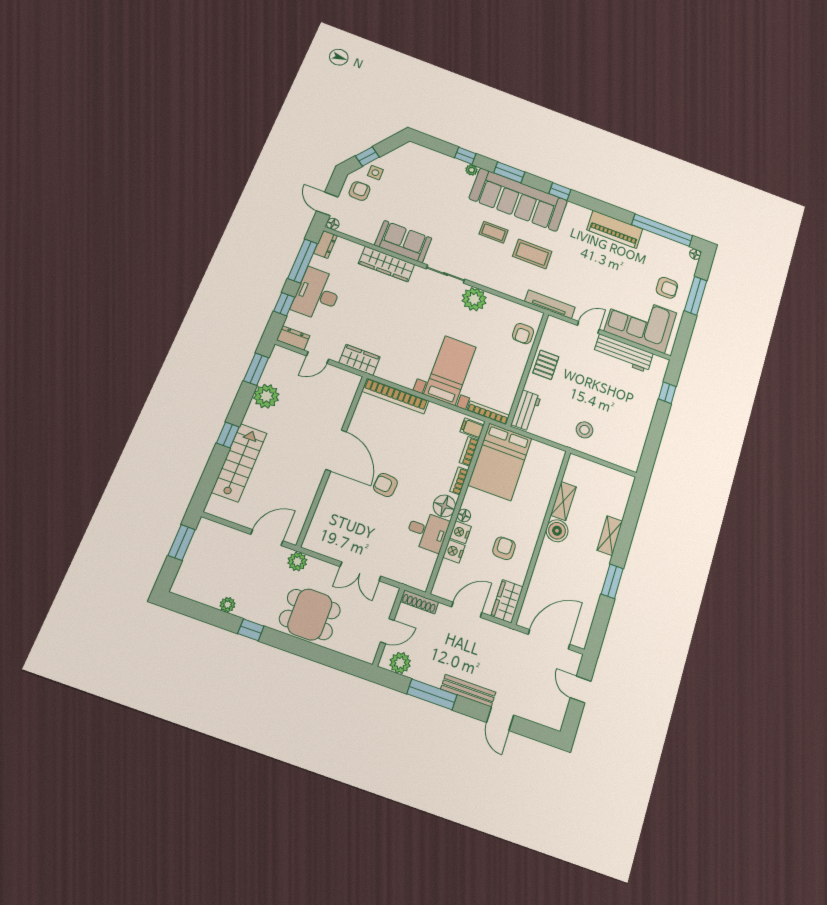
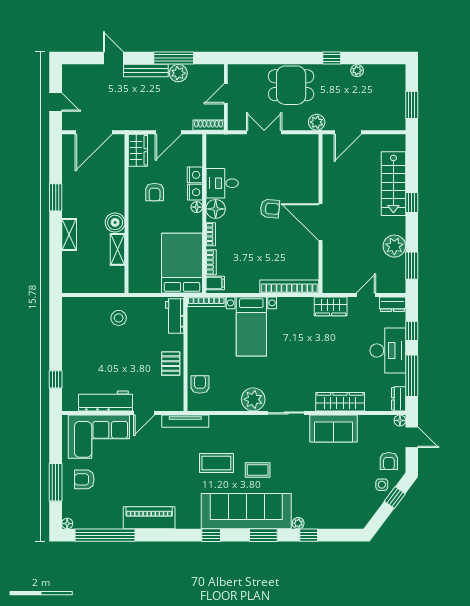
plant: (400, 663) -> (178, 73), moved

